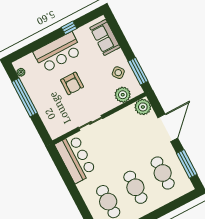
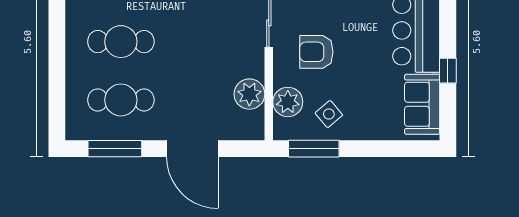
sofa: (105, 37) -> (422, 104), moved, turned -90
armchair: (72, 83) -> (316, 52), moved
plant: (143, 107) -> (249, 94), moved

